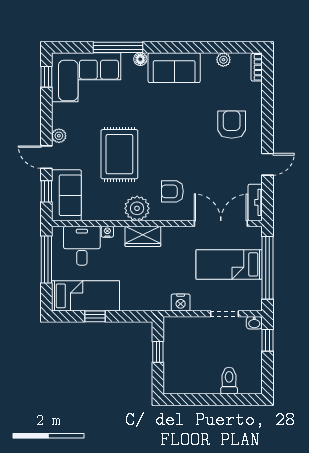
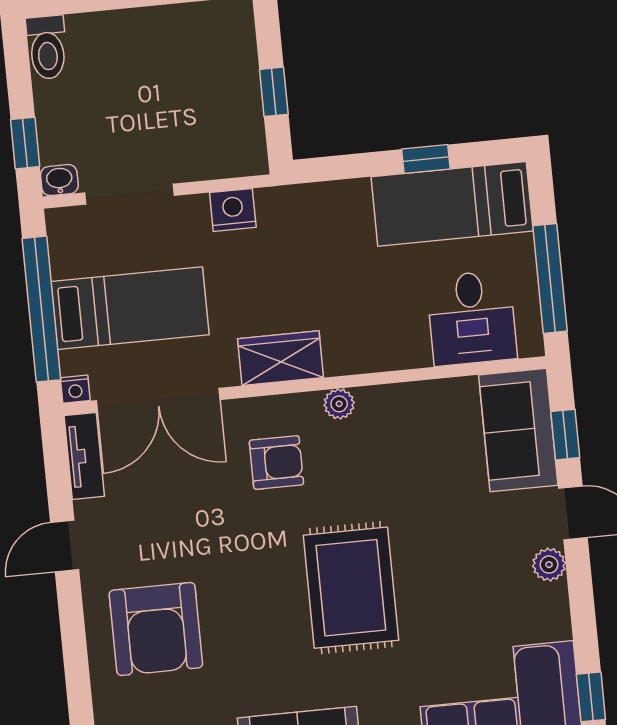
armchair: (232, 125) -> (156, 629), width x1.36, depth x1.36
rug: (119, 154) -> (351, 588), moved
plant: (137, 208) -> (339, 404), width x0.53, depth x0.53
nightstand: (107, 232) -> (75, 389), moved
wardrobe: (143, 236) -> (281, 358), moved
doorway: (225, 314) -> (130, 194), width x1.38
toilet: (229, 381) -> (47, 47), moved

